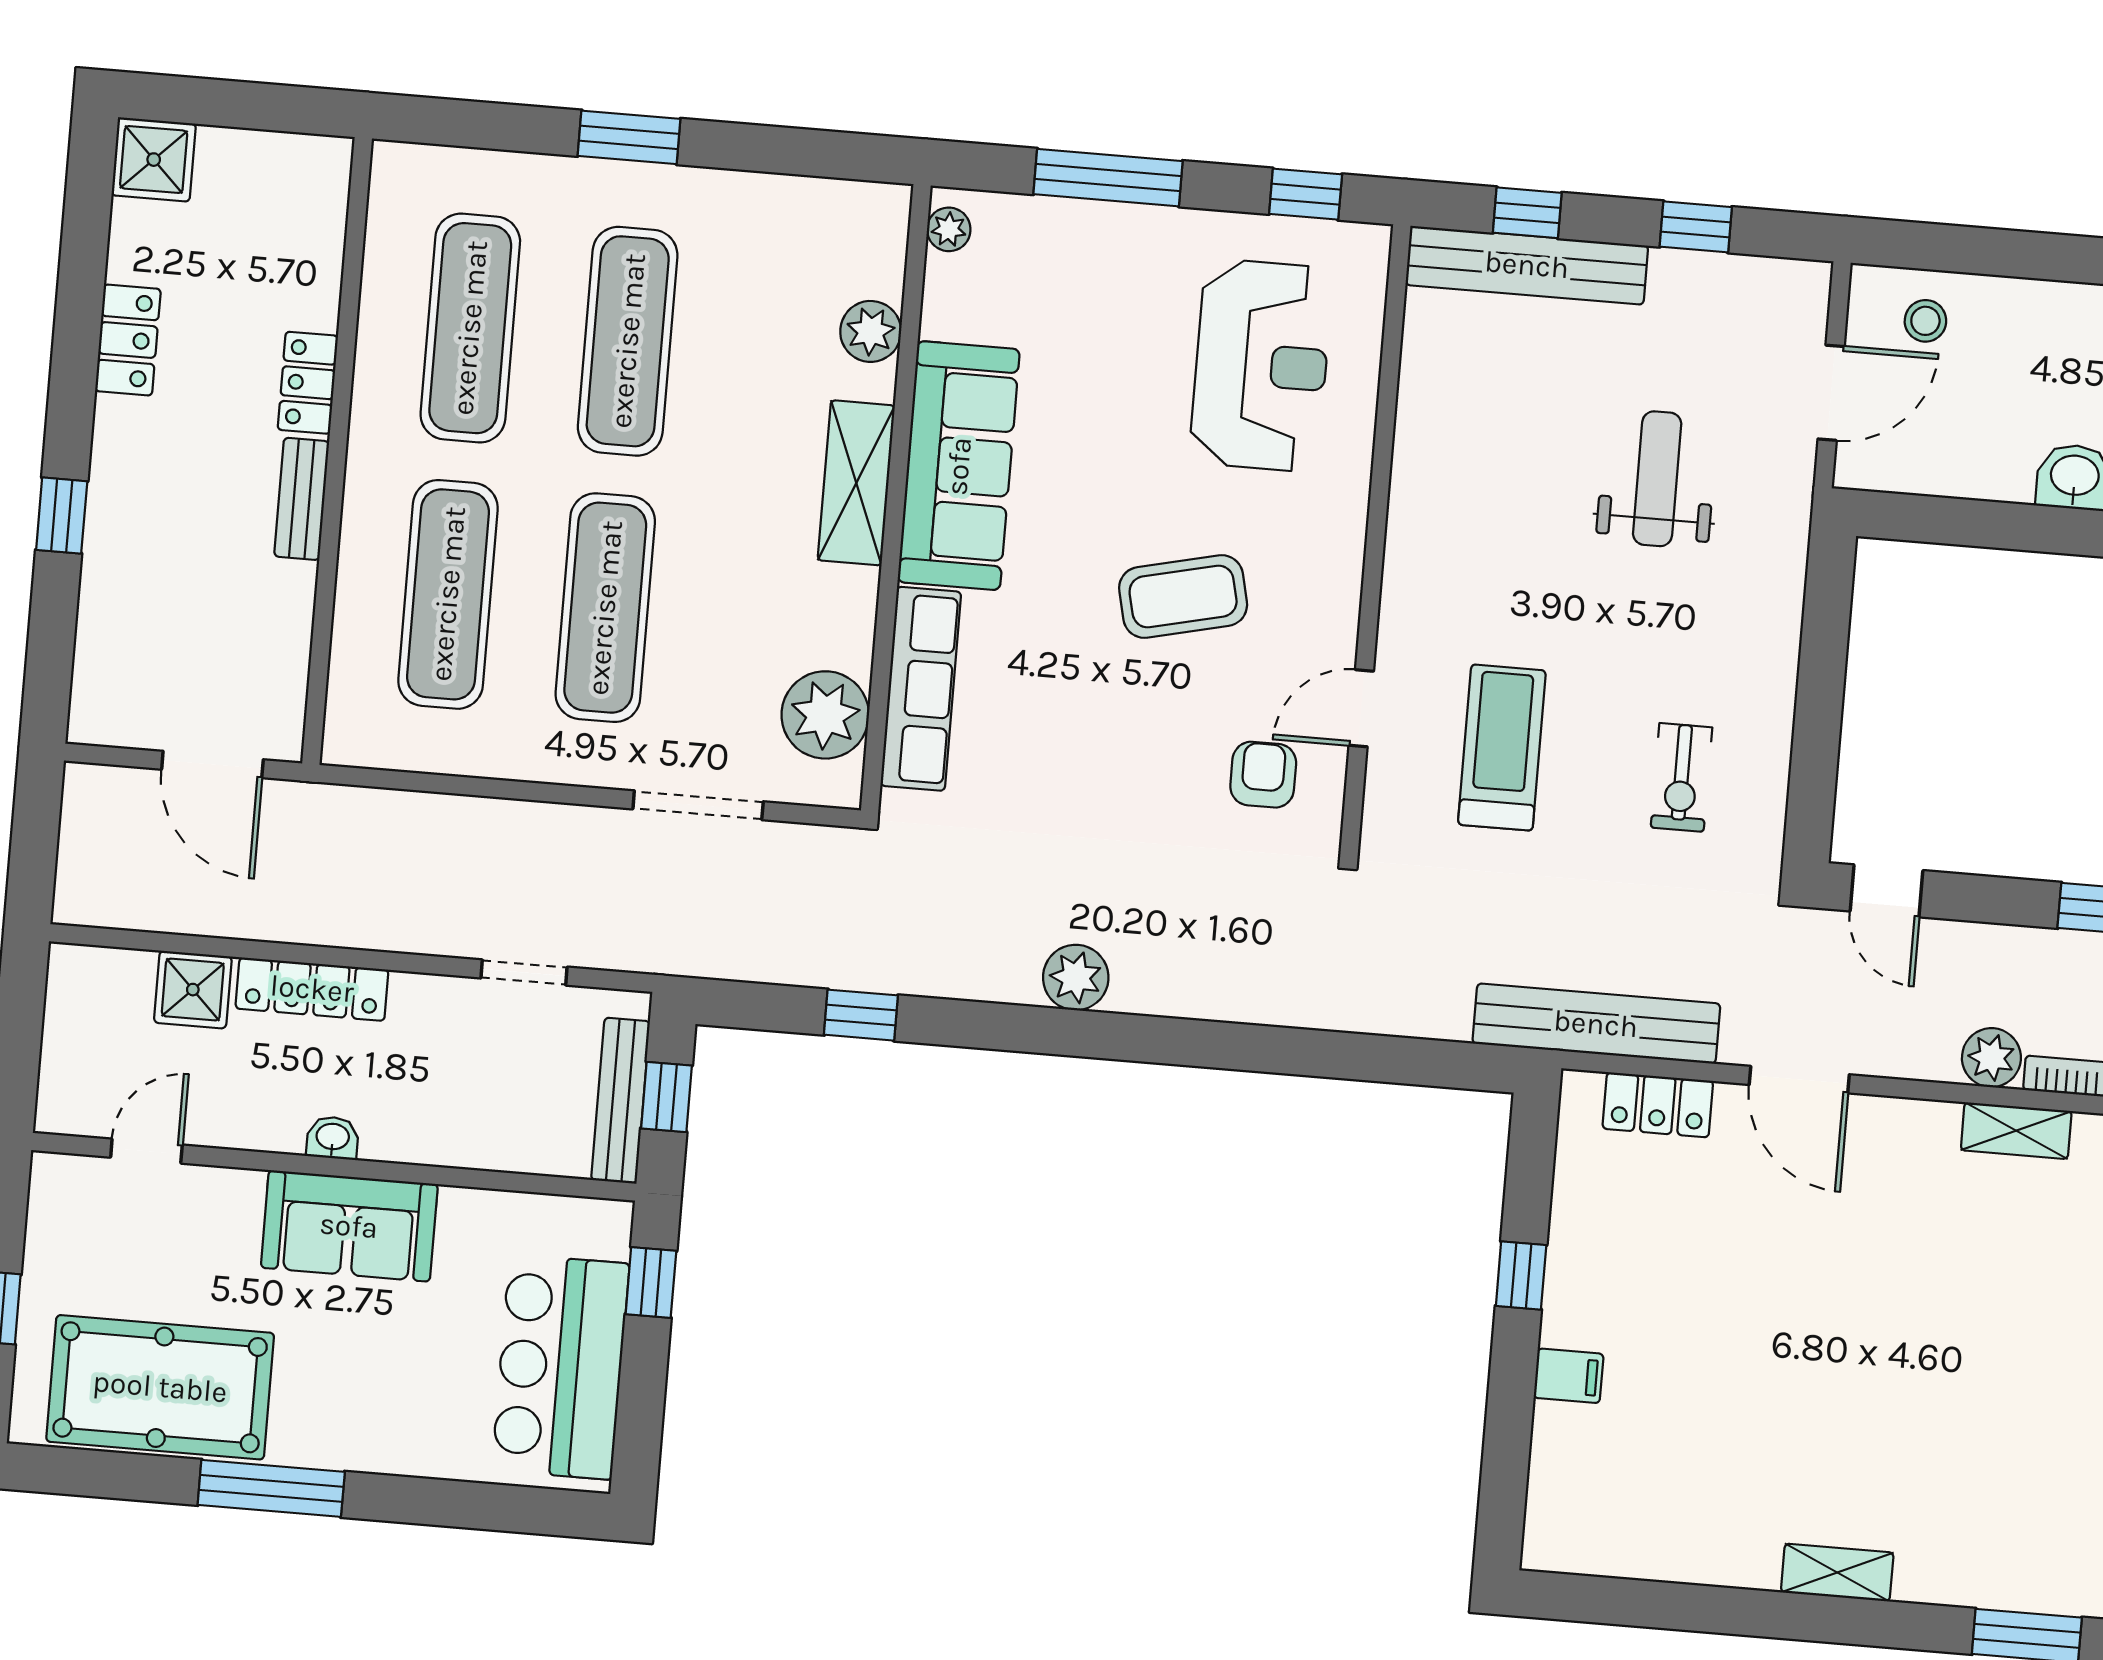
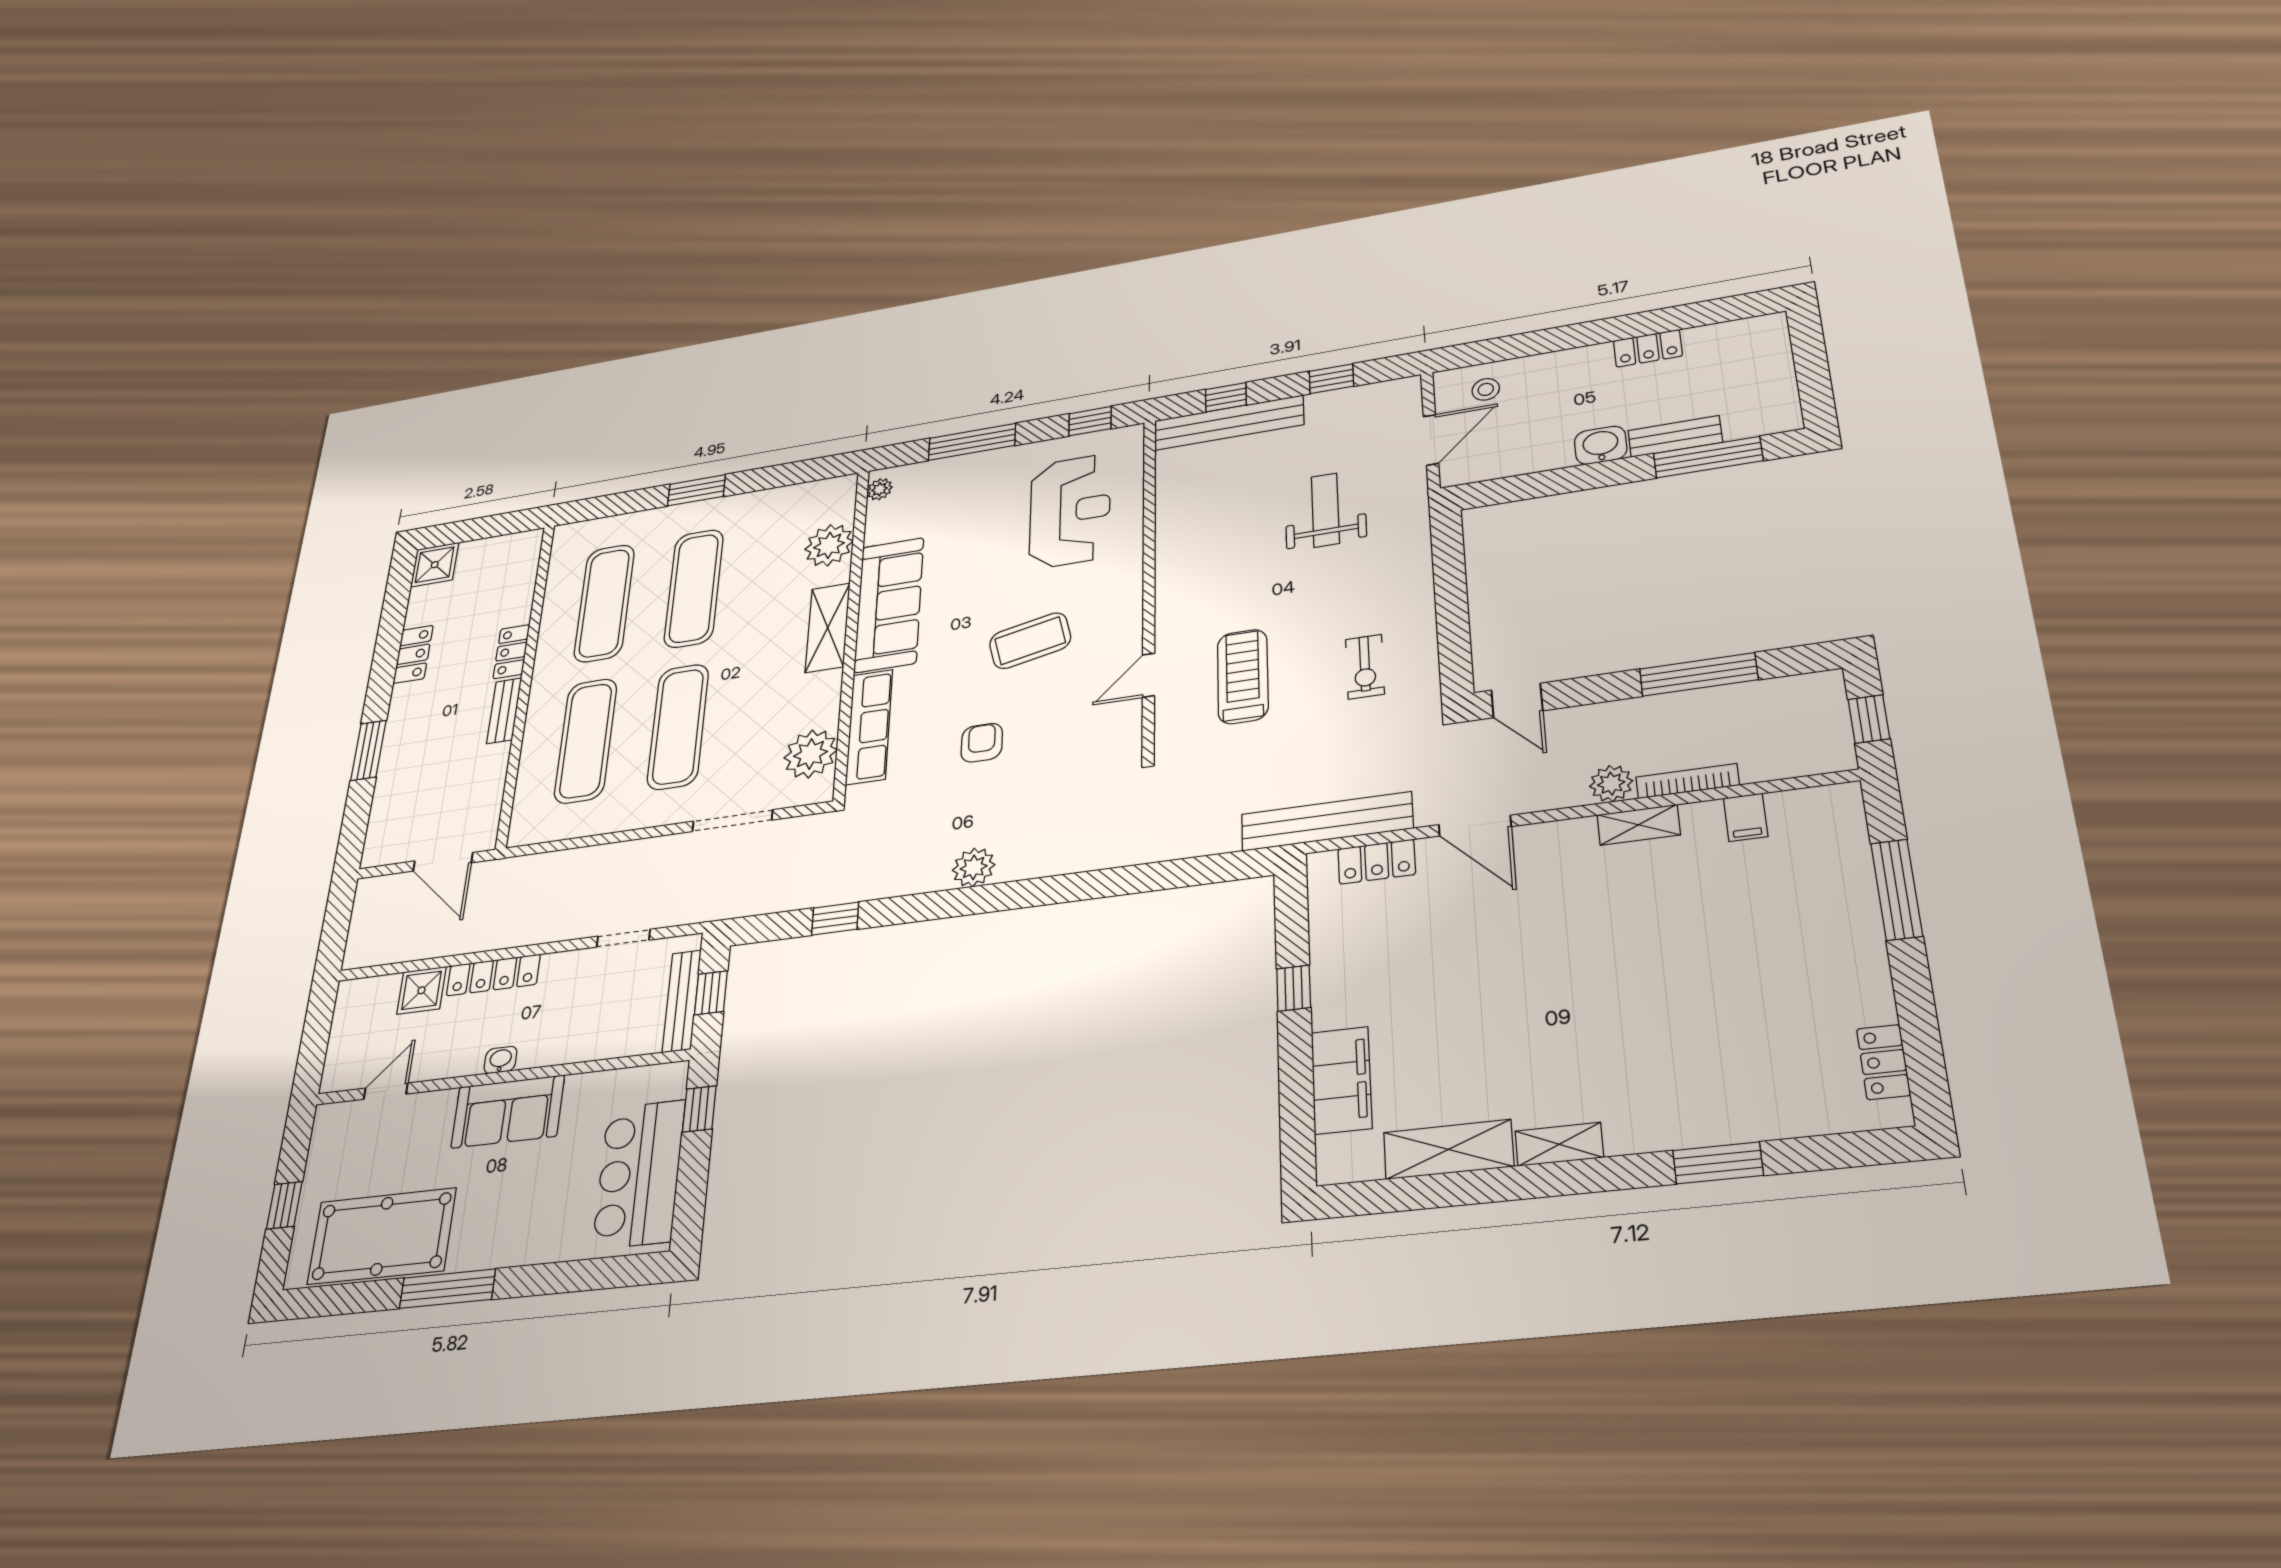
plant: (871, 331) -> (829, 545), width x1.36, depth x1.36
window: (62, 516) -> (368, 750), width x1.50
armchair: (1263, 775) -> (982, 743), moved
filing cabinet: (1569, 1376) -> (1341, 1080), width x3.00, depth x1.17
shelving: (1696, 1552) -> (1448, 1149), added

